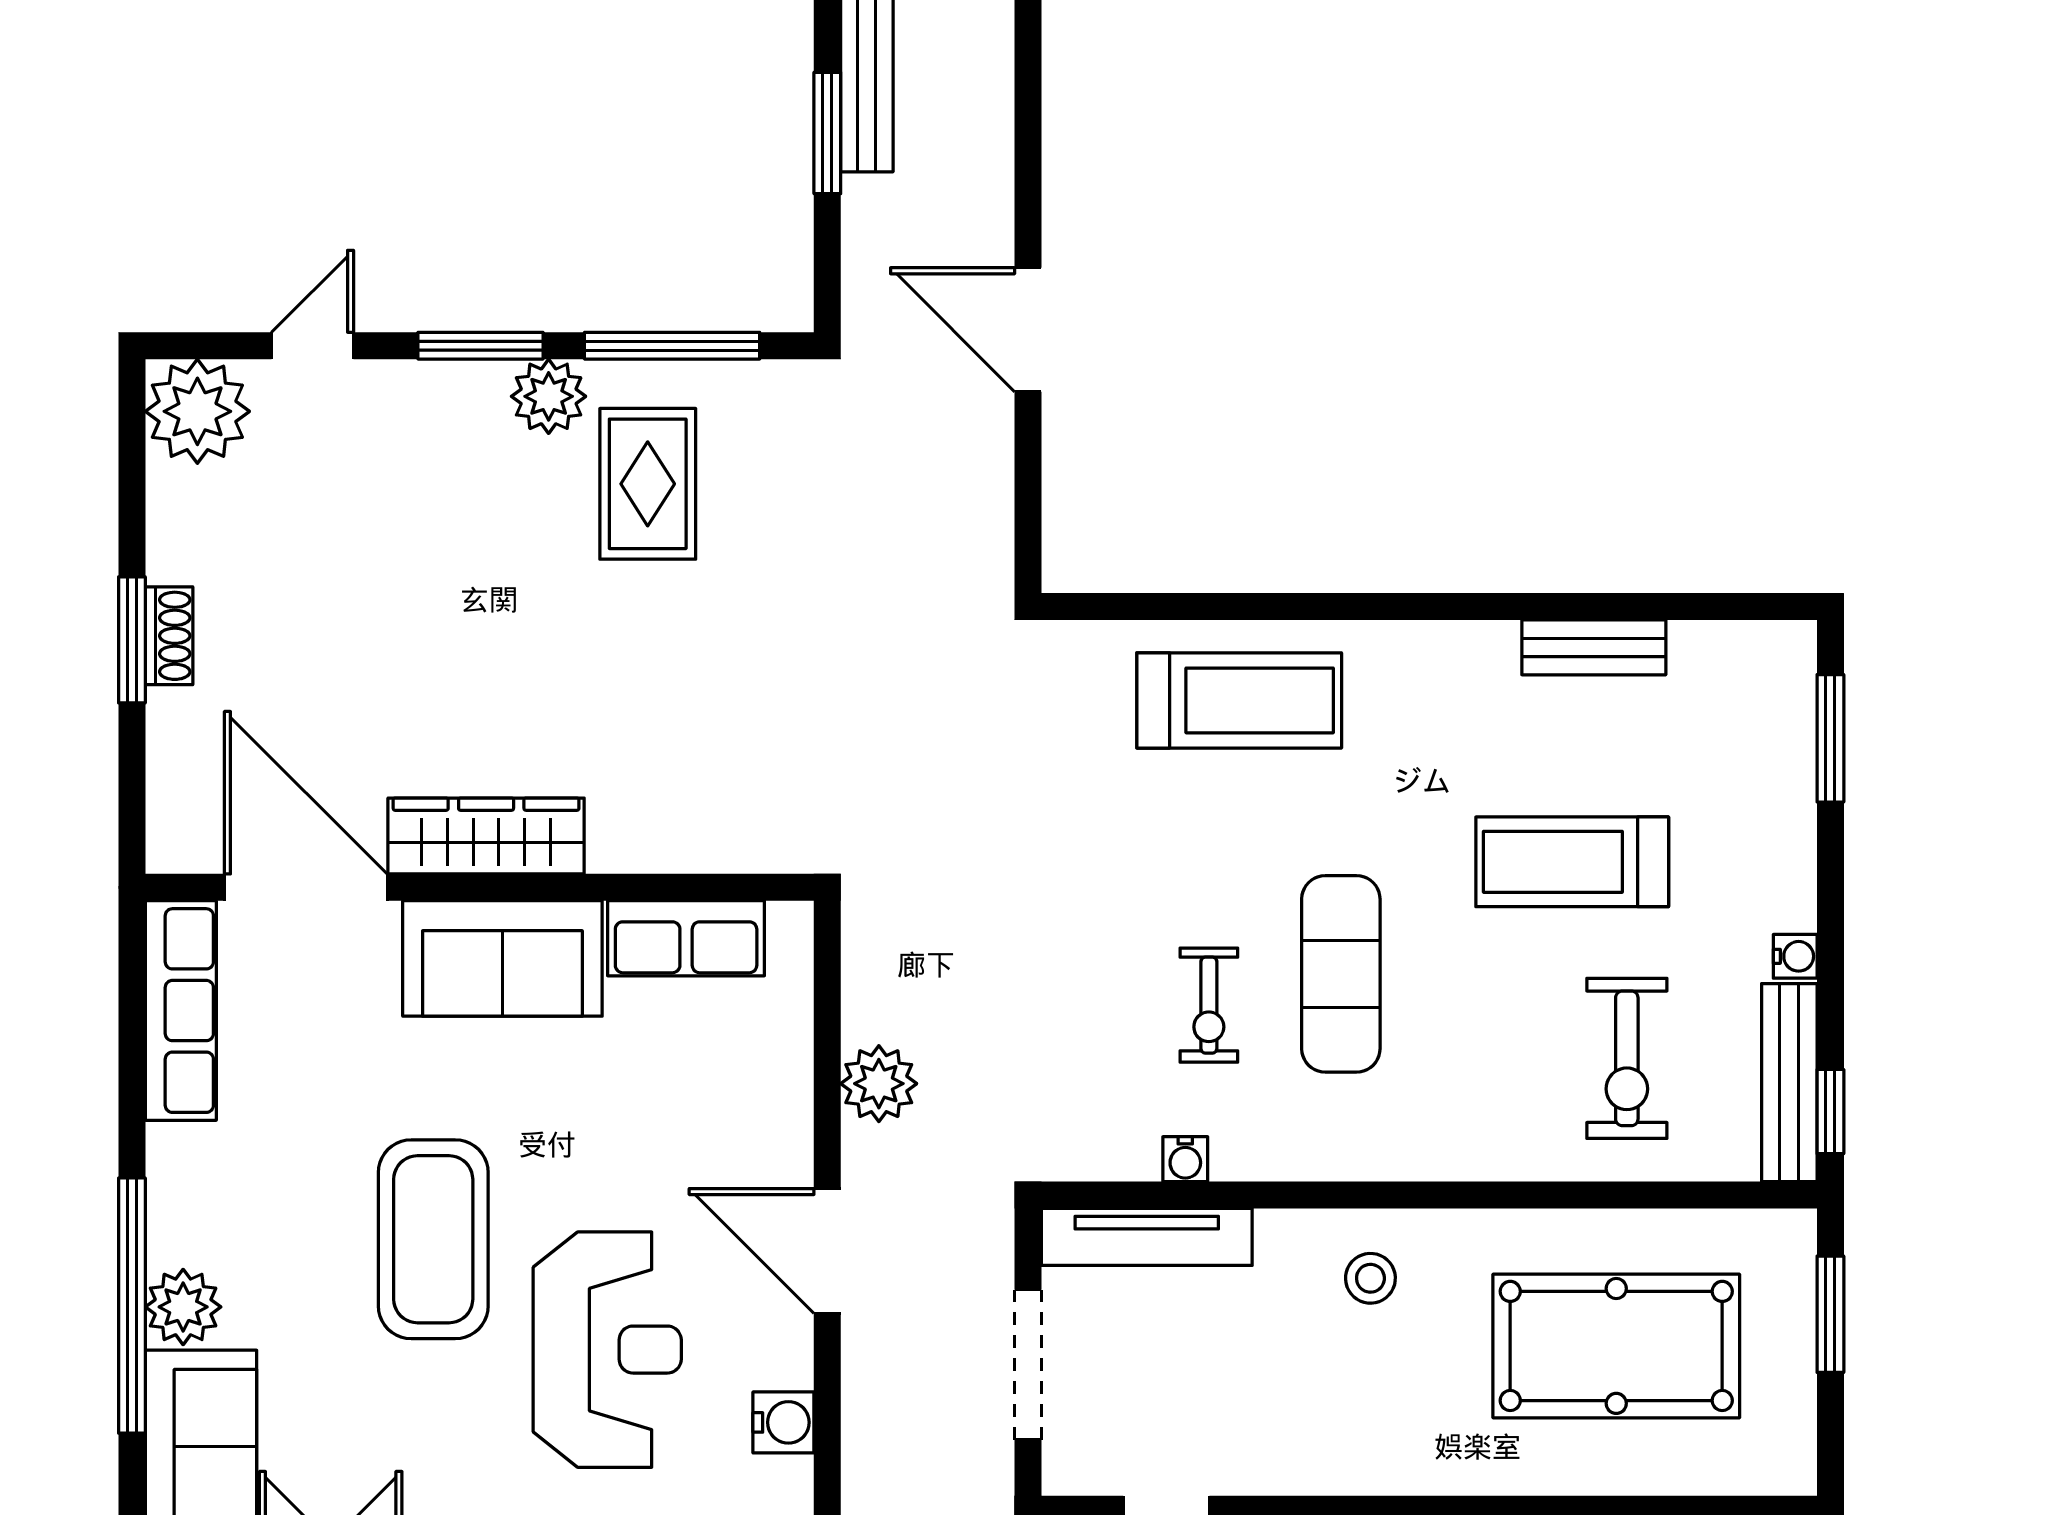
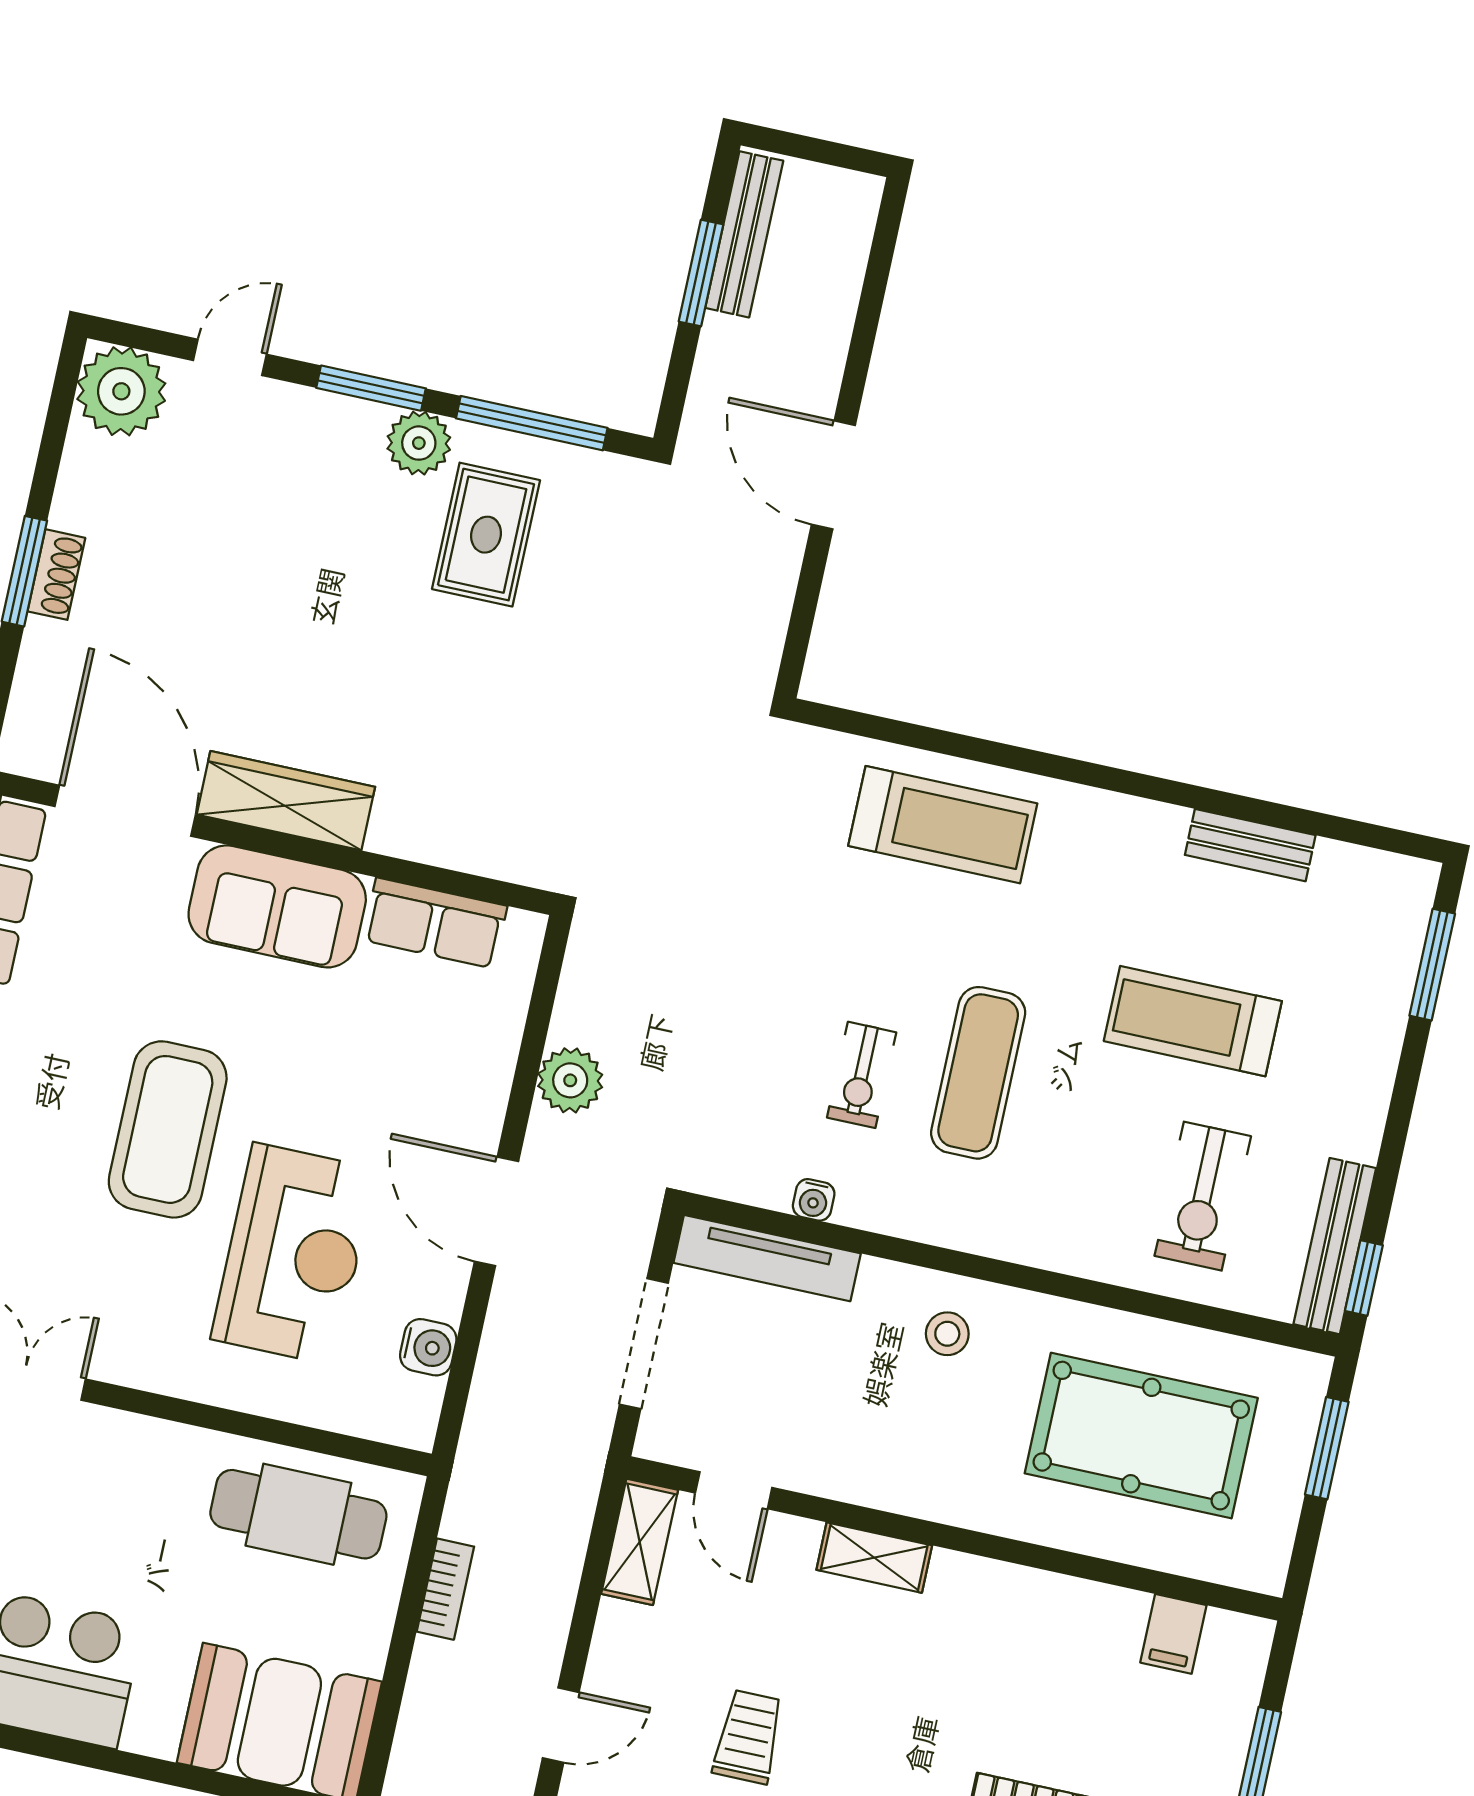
water cooler: (1795, 956) -> (1363, 1141), removed

